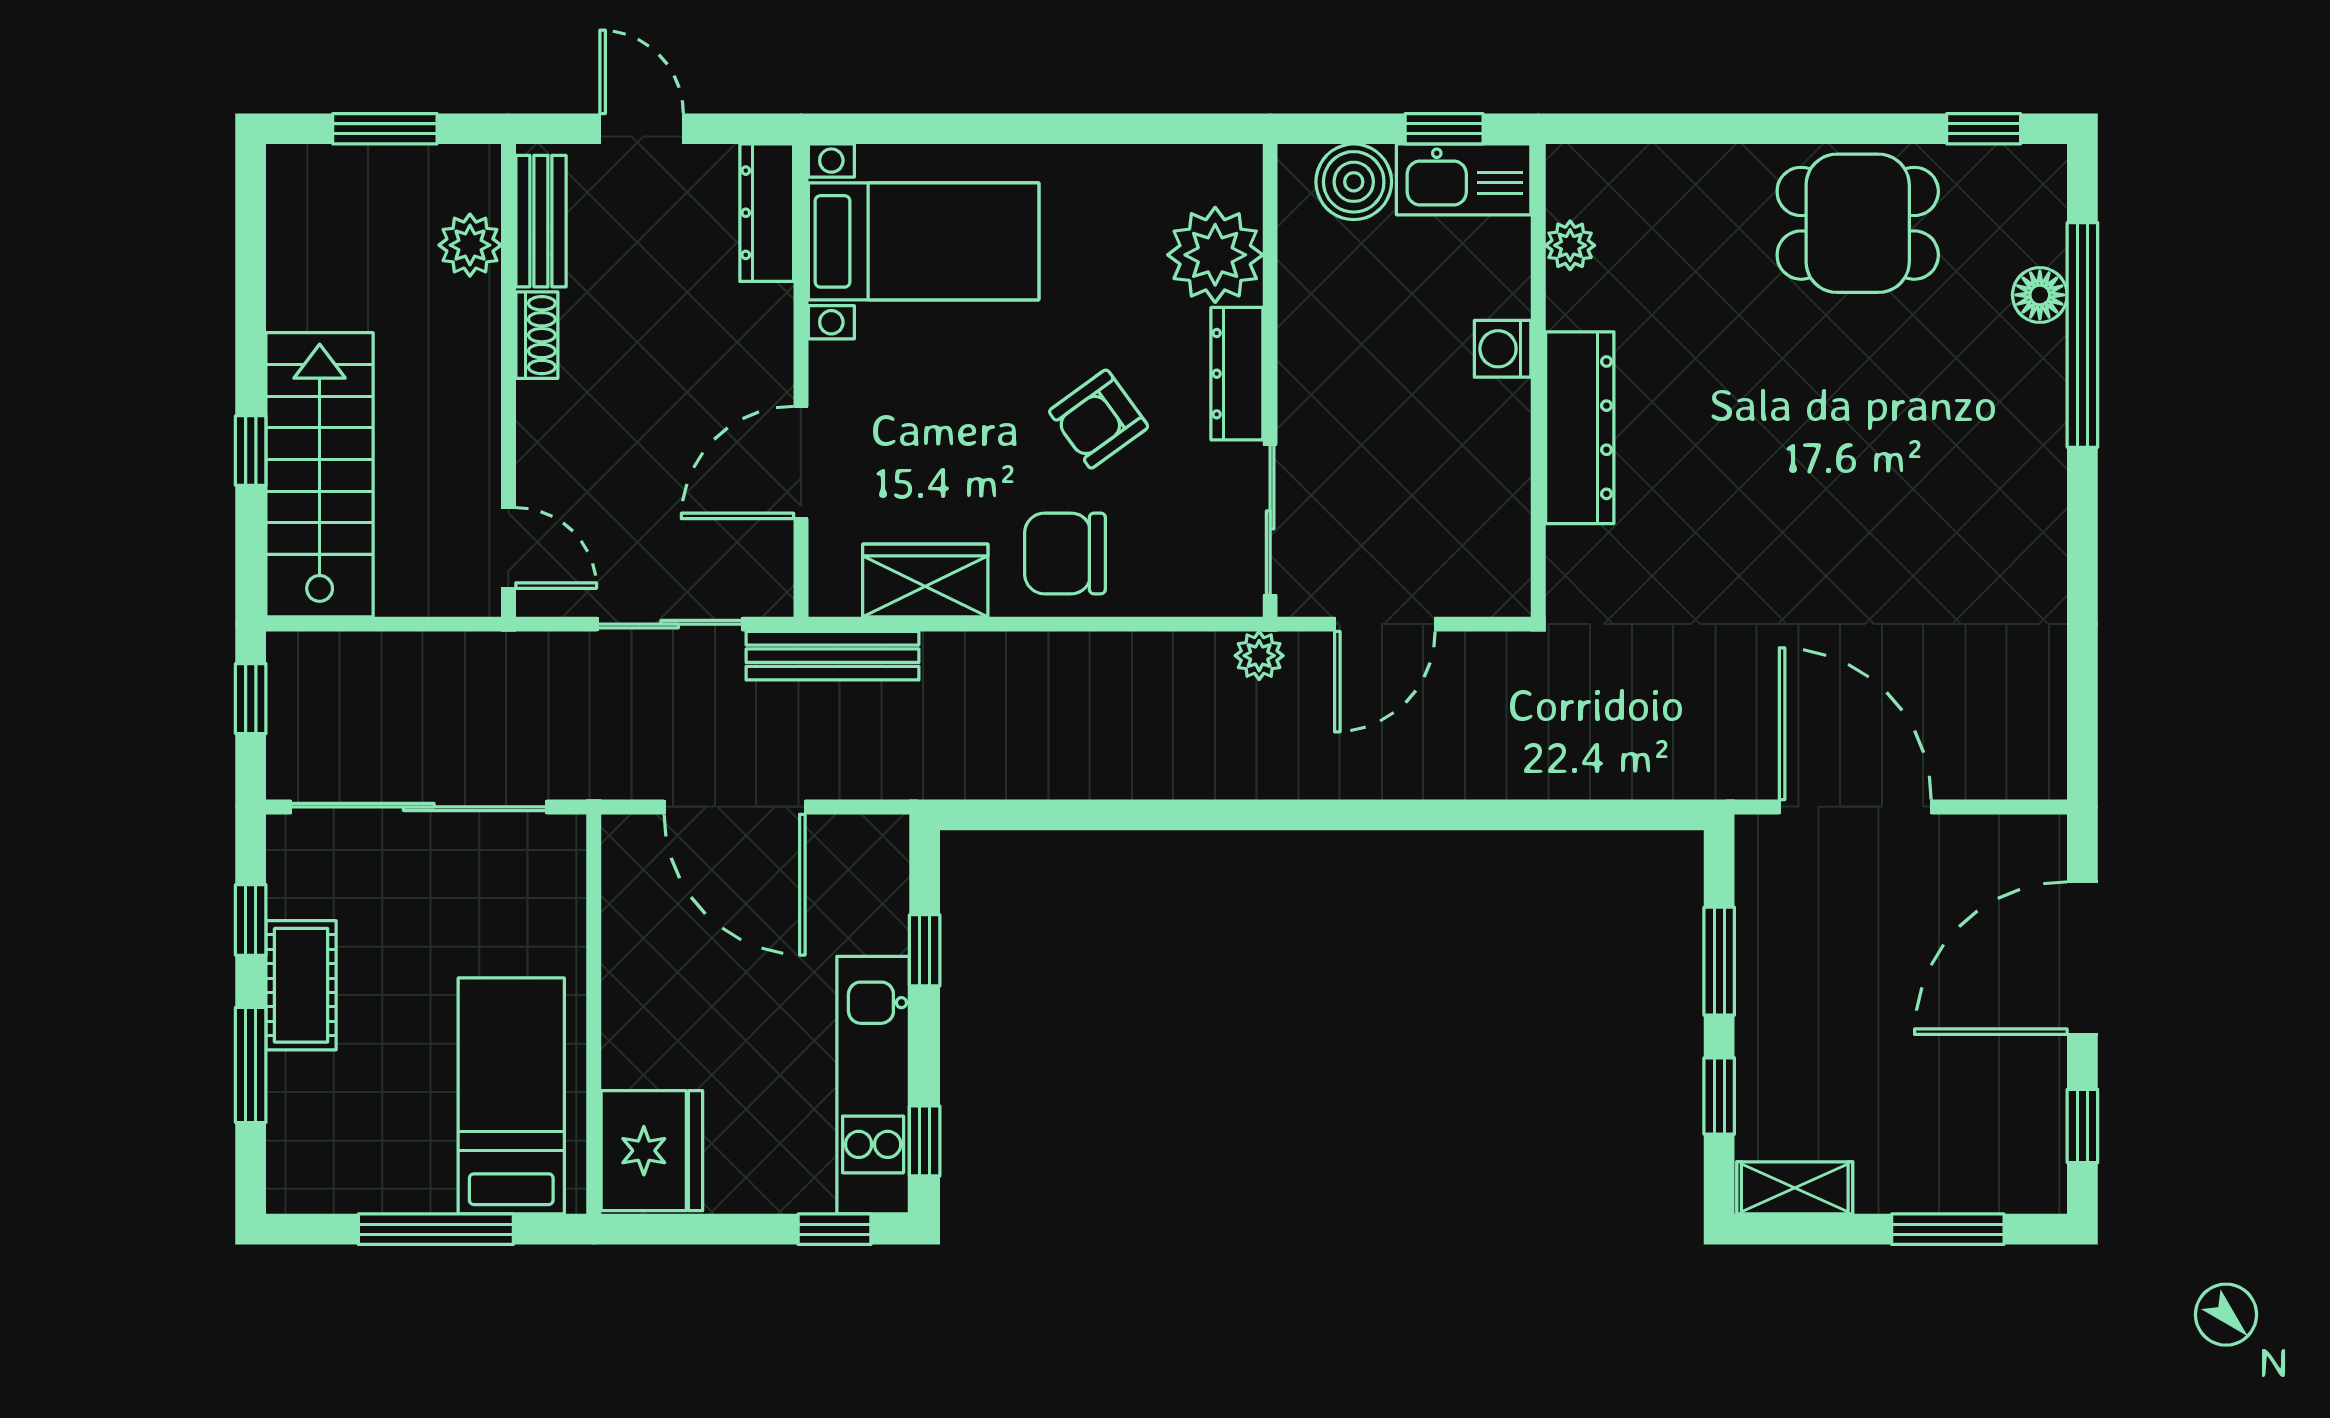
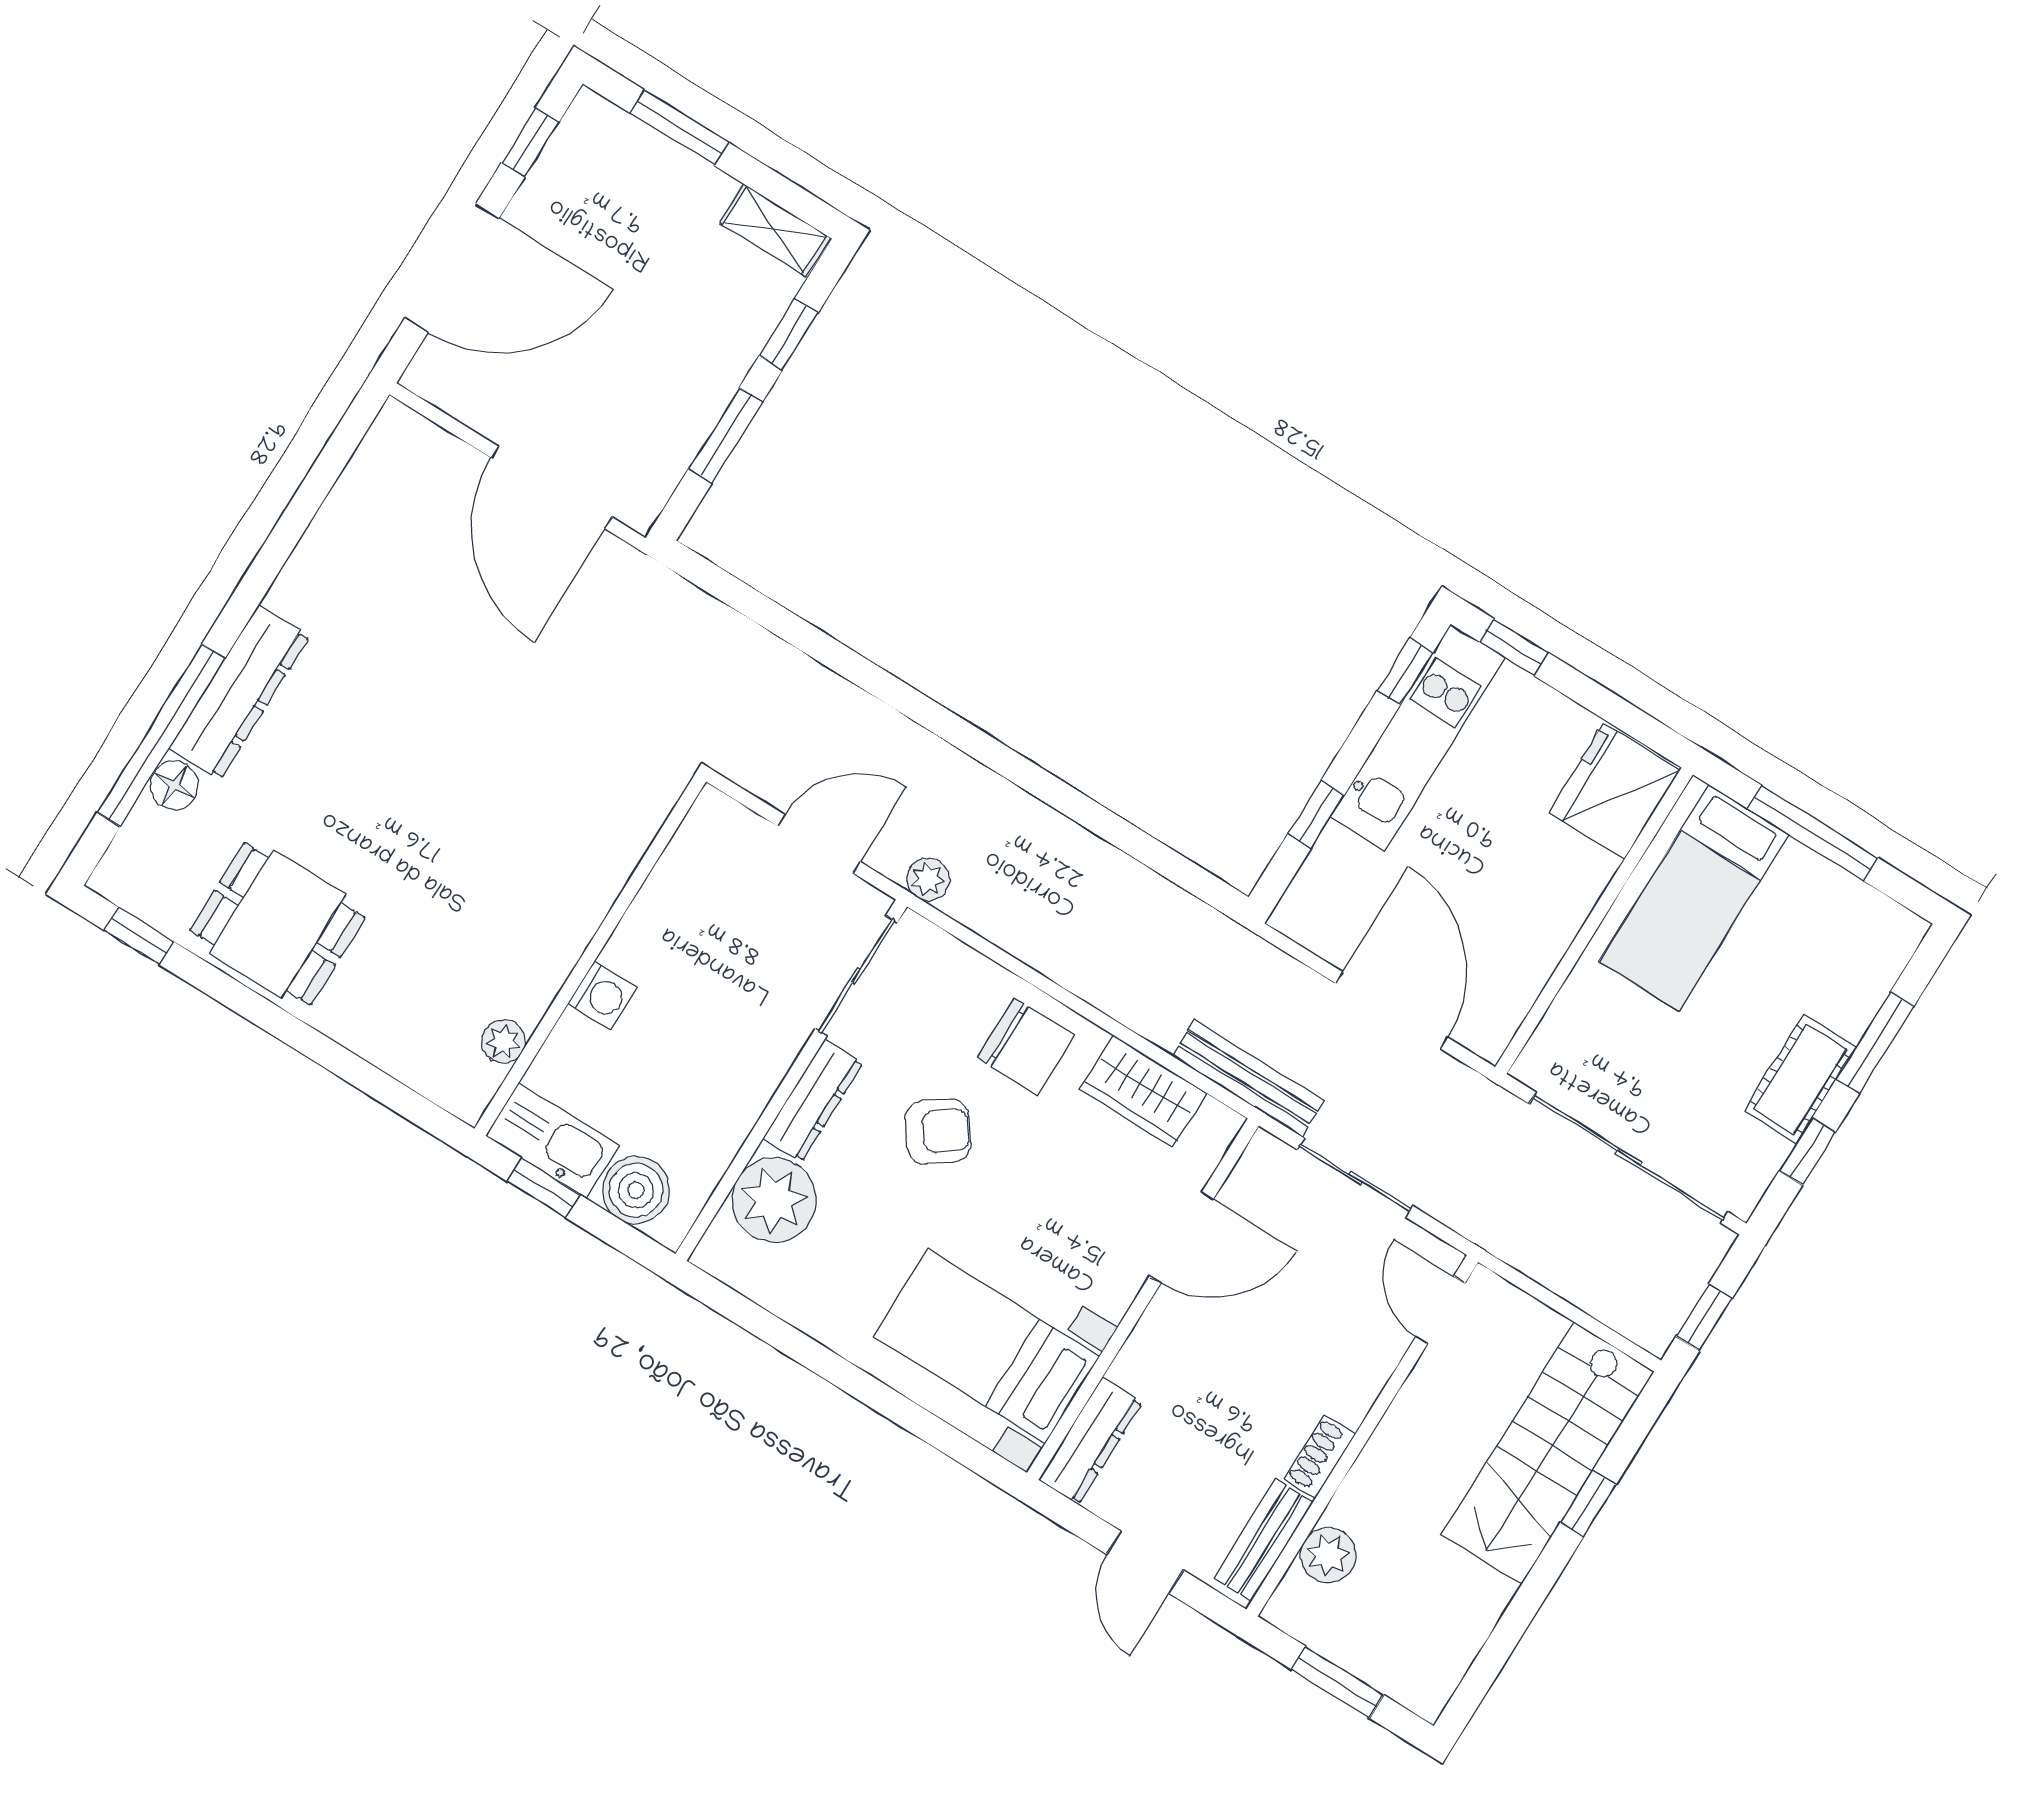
dresser: (1580, 428) -> (239, 692), moved, turned 180

